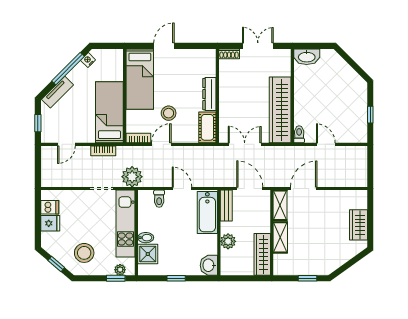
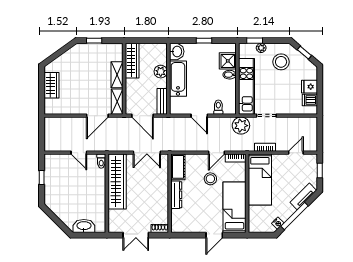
washbasin: (307, 57) -> (84, 226), moved
bathtub: (207, 212) -> (178, 79), moved
plant: (120, 270) -> (261, 48), moved

